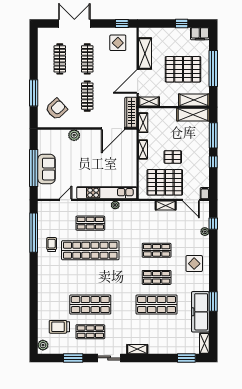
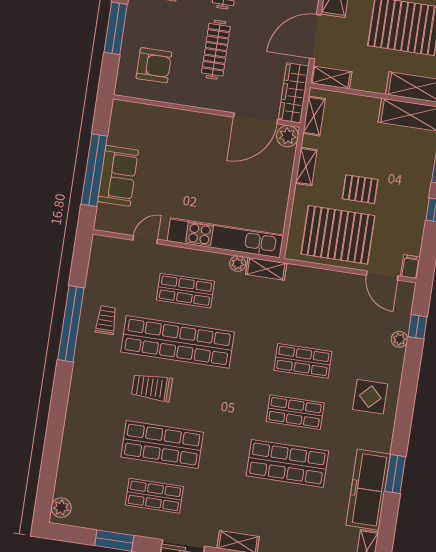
armchair: (56, 109) -> (154, 65), turned 43
plant: (74, 135) -> (288, 136), moved
shelving: (166, 206) -> (266, 269), moved
window: (34, 233) -> (71, 324), moved
trolley: (59, 327) -> (152, 387), moved

